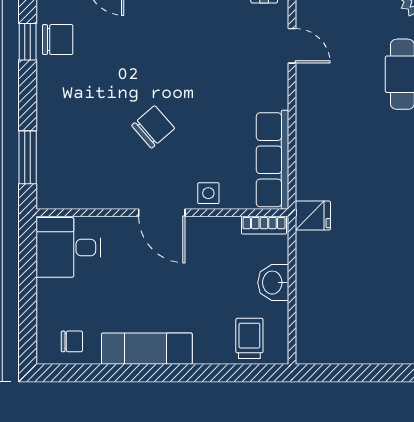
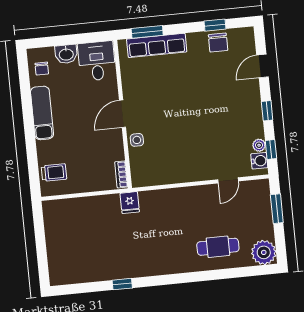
chair: (153, 127) -> (172, 104), removed
row of seats: (272, 160) -> (157, 45), moved, turned 180
washbasin: (273, 283) -> (66, 54), moved, turned 180

